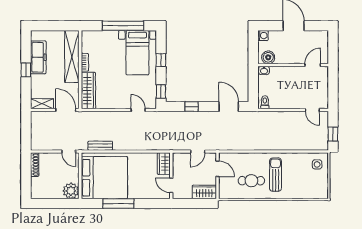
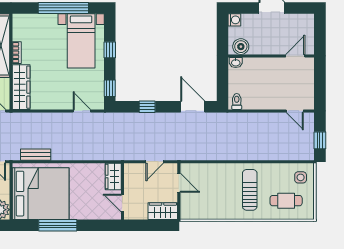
cafe table: (251, 181) -> (286, 201), moved

